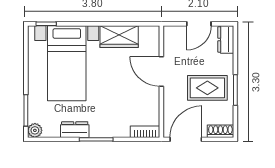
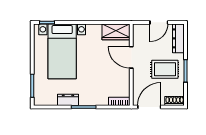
wardrobe: (119, 37) -> (116, 32), moved
dresser: (226, 39) -> (178, 38), width x1.44
plant: (35, 130) -> (39, 100), removed

